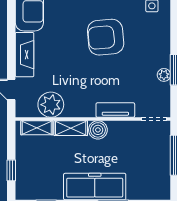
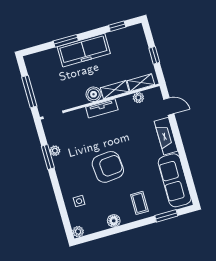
plant: (51, 105) -> (138, 98), width x0.53, depth x0.53
tv unit: (115, 110) -> (102, 108), moved
window: (11, 170) -> (154, 55), moved

